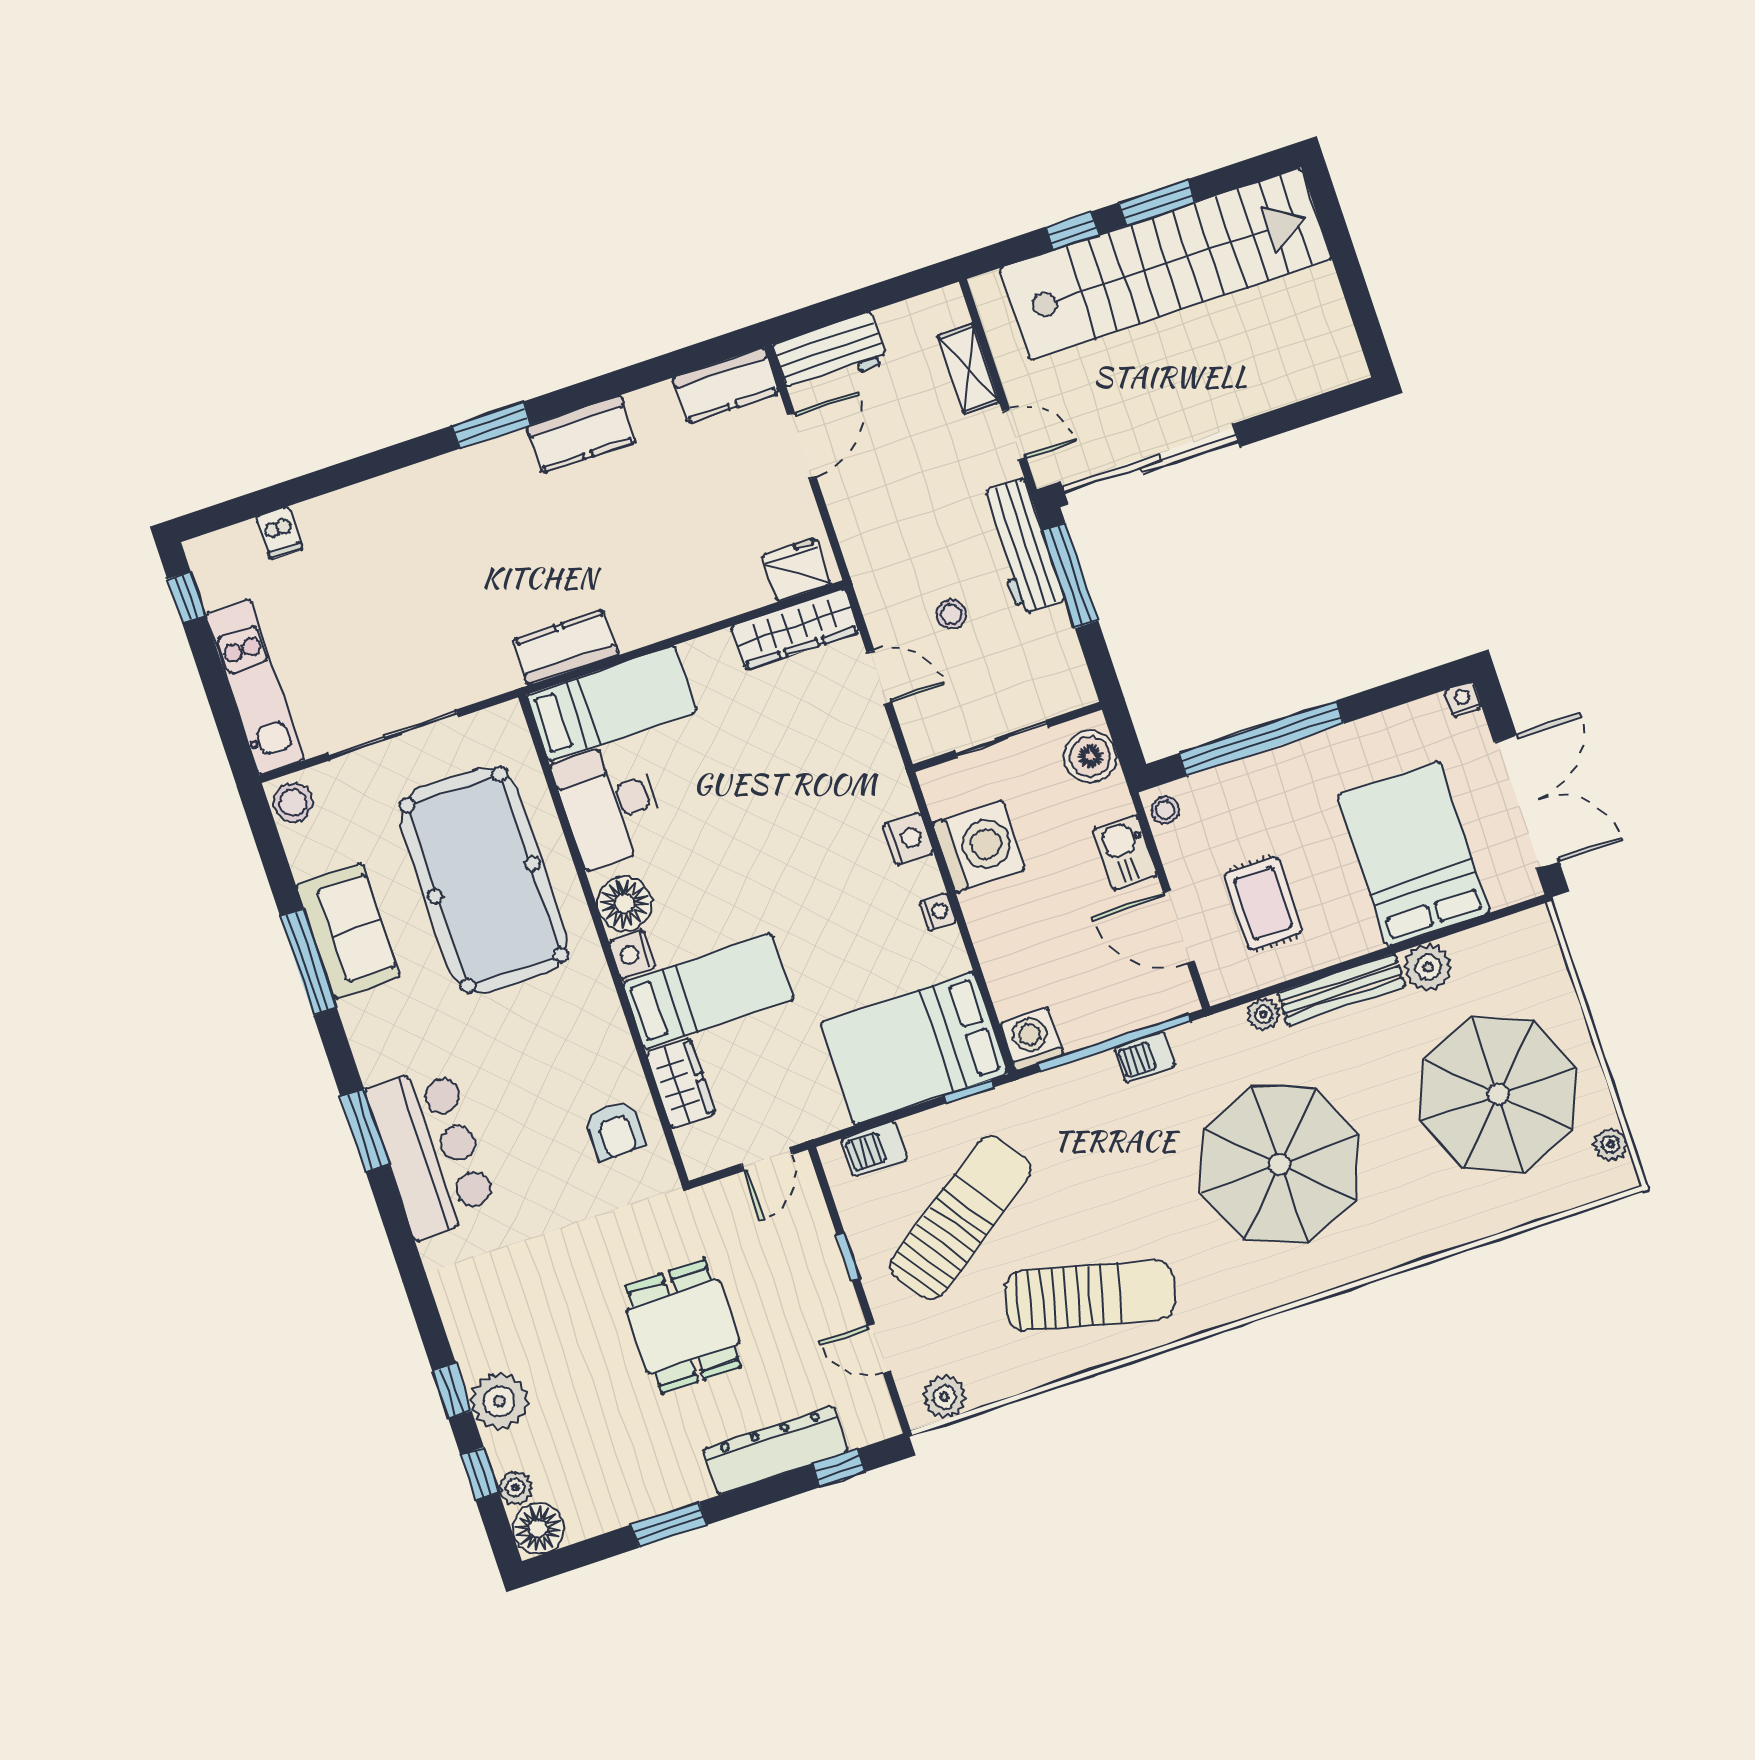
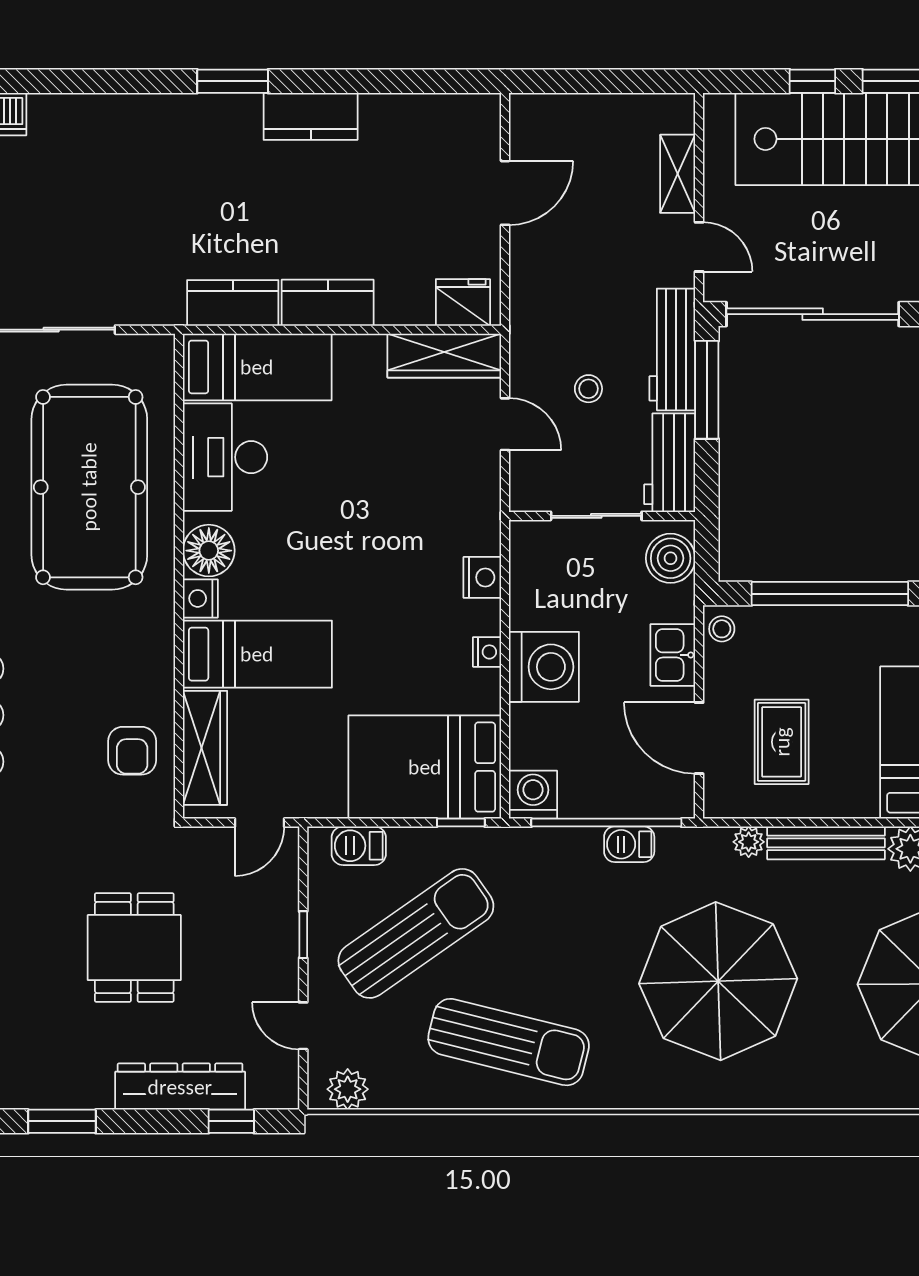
workbench: (830, 353) -> (670, 463), moved, turned 90
kitchen counter: (726, 385) -> (328, 303), moved, turned 180
washing machine: (979, 846) -> (544, 667), moved
wardrobe: (681, 1083) -> (205, 748), width x1.50

